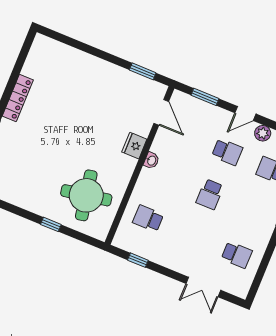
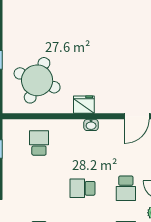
fridge: (134, 146) -> (84, 105), moved
round table: (86, 195) -> (37, 80), turned 32

